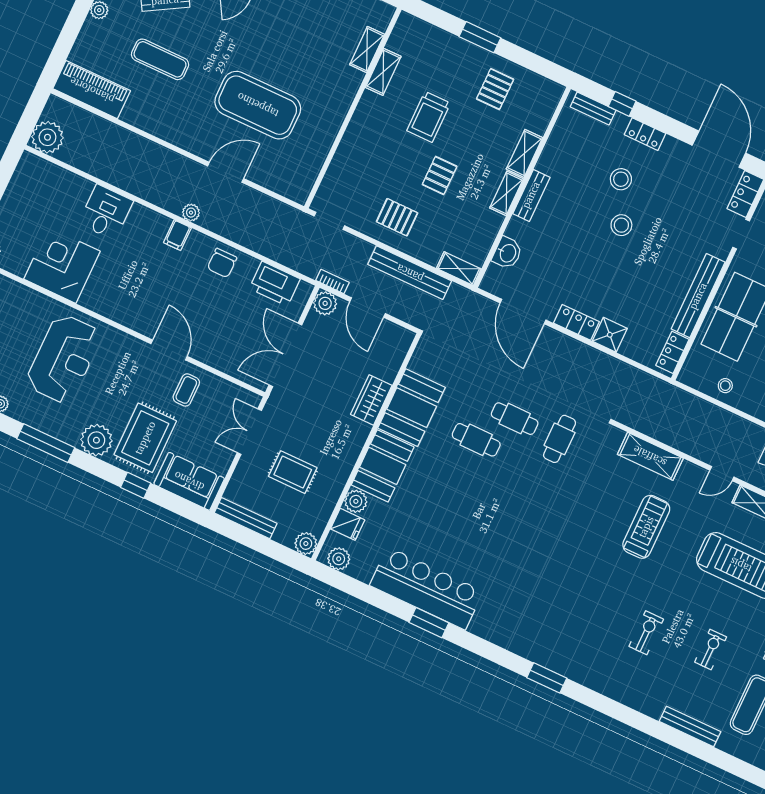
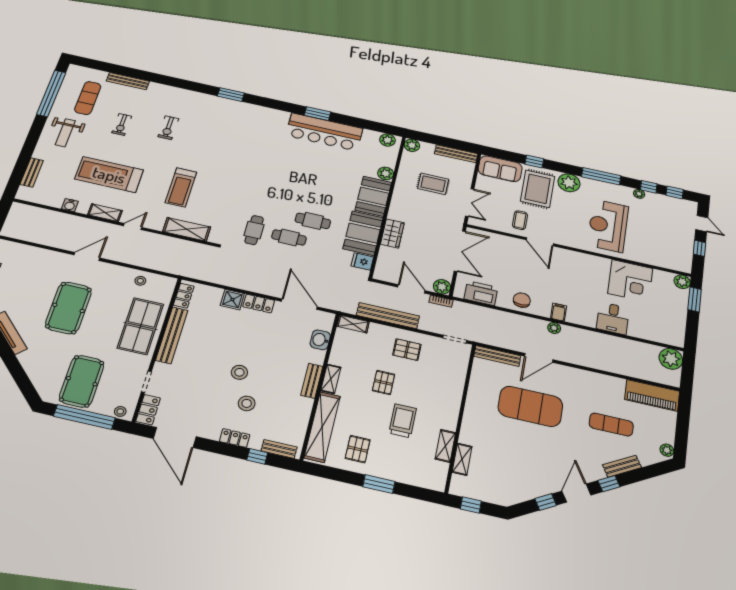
shelving: (524, 153) -> (322, 427), width x2.20, depth x1.33
bench: (280, 185) -> (497, 356), added
fridge: (348, 524) -> (362, 261), moved

